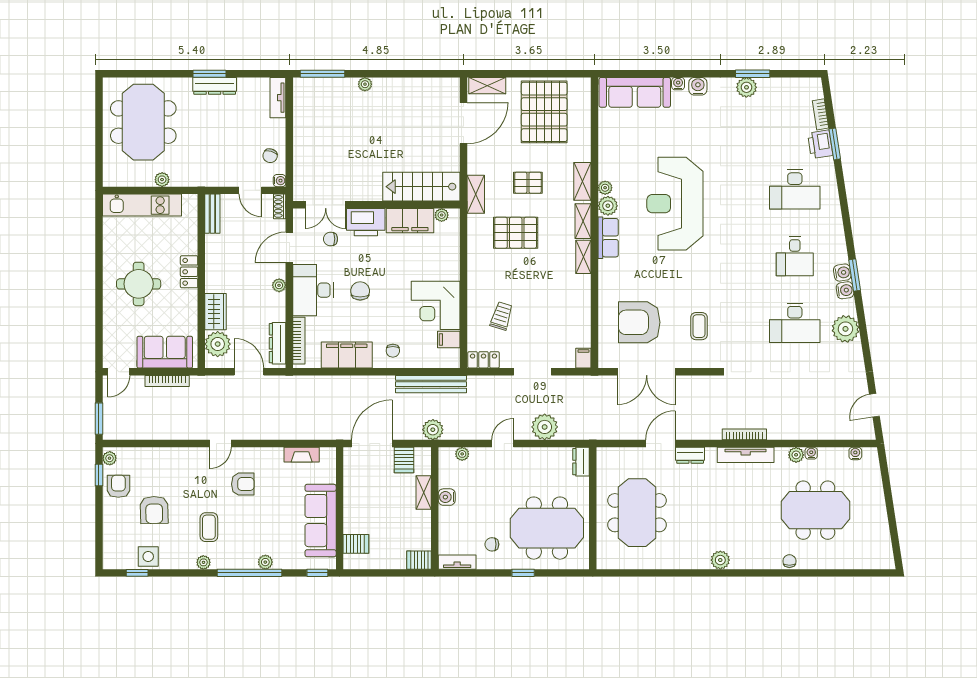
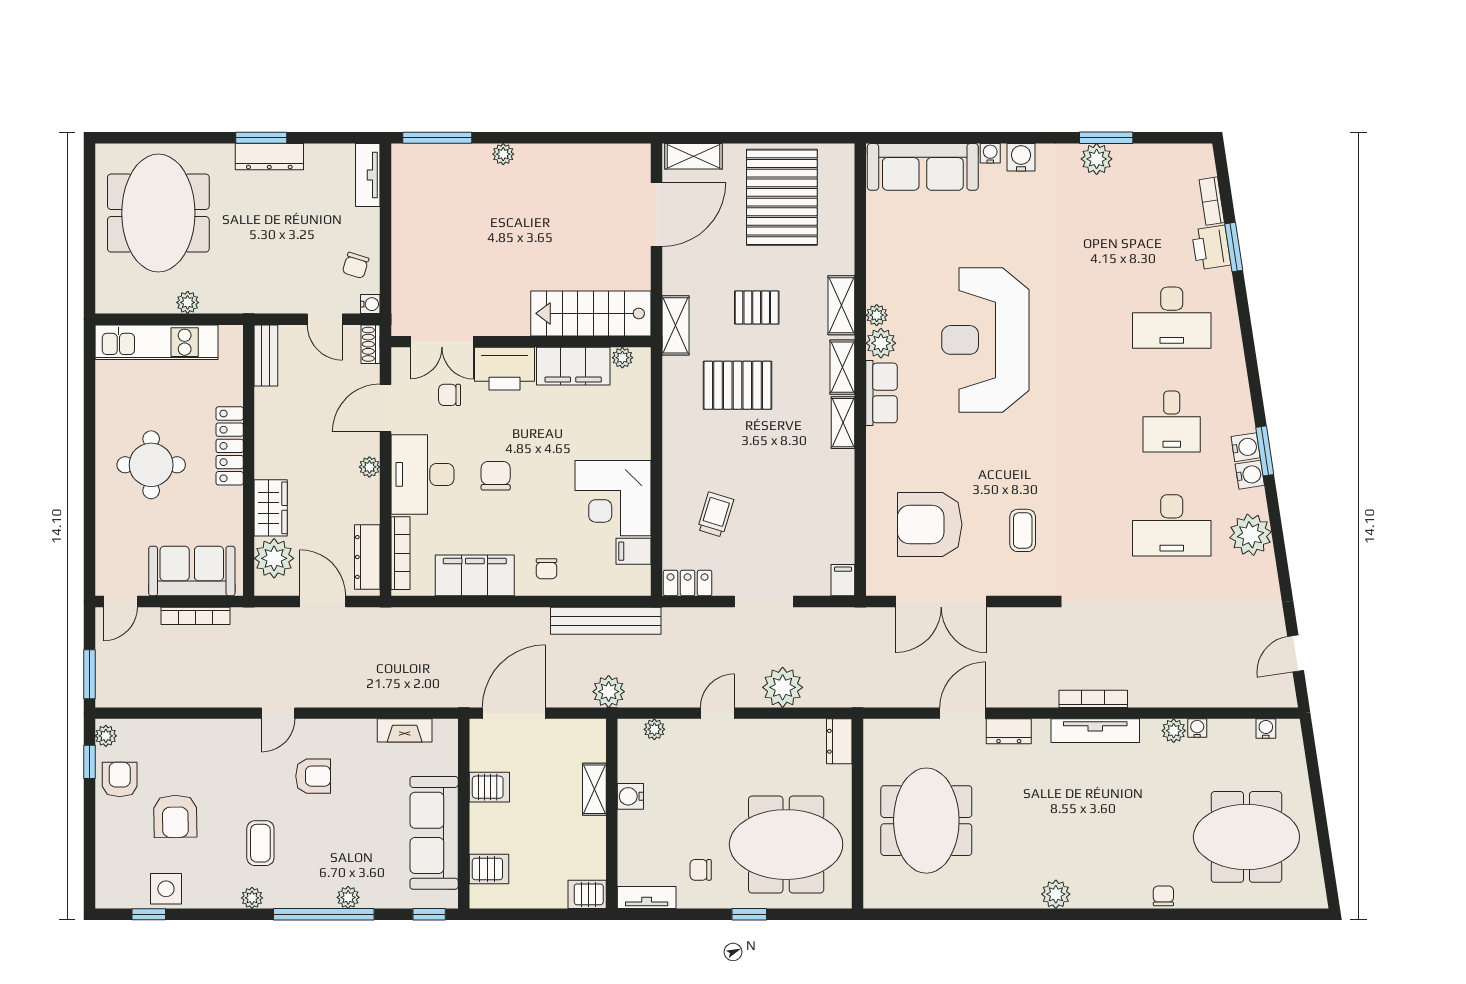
locker: (189, 272) -> (230, 446), width x1.53
server rack: (404, 460) -> (489, 787), moved, turned -90
meeting table: (815, 510) -> (1246, 837), moved

